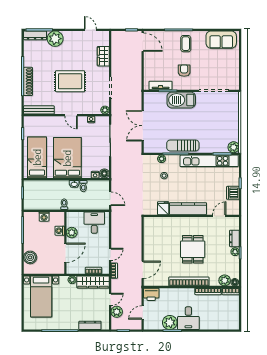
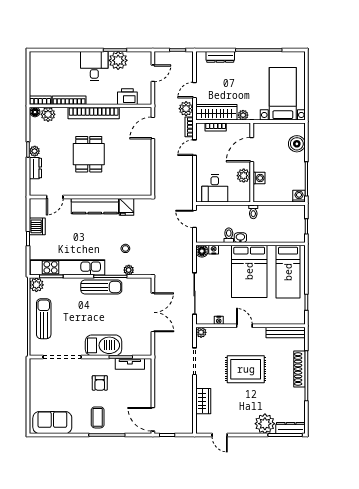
sun lounger: (228, 121) -> (44, 319), added
washing machine: (44, 217) -> (299, 196), moved
printer: (151, 294) -> (127, 97), moved
plant: (117, 312) -> (186, 109), moved

